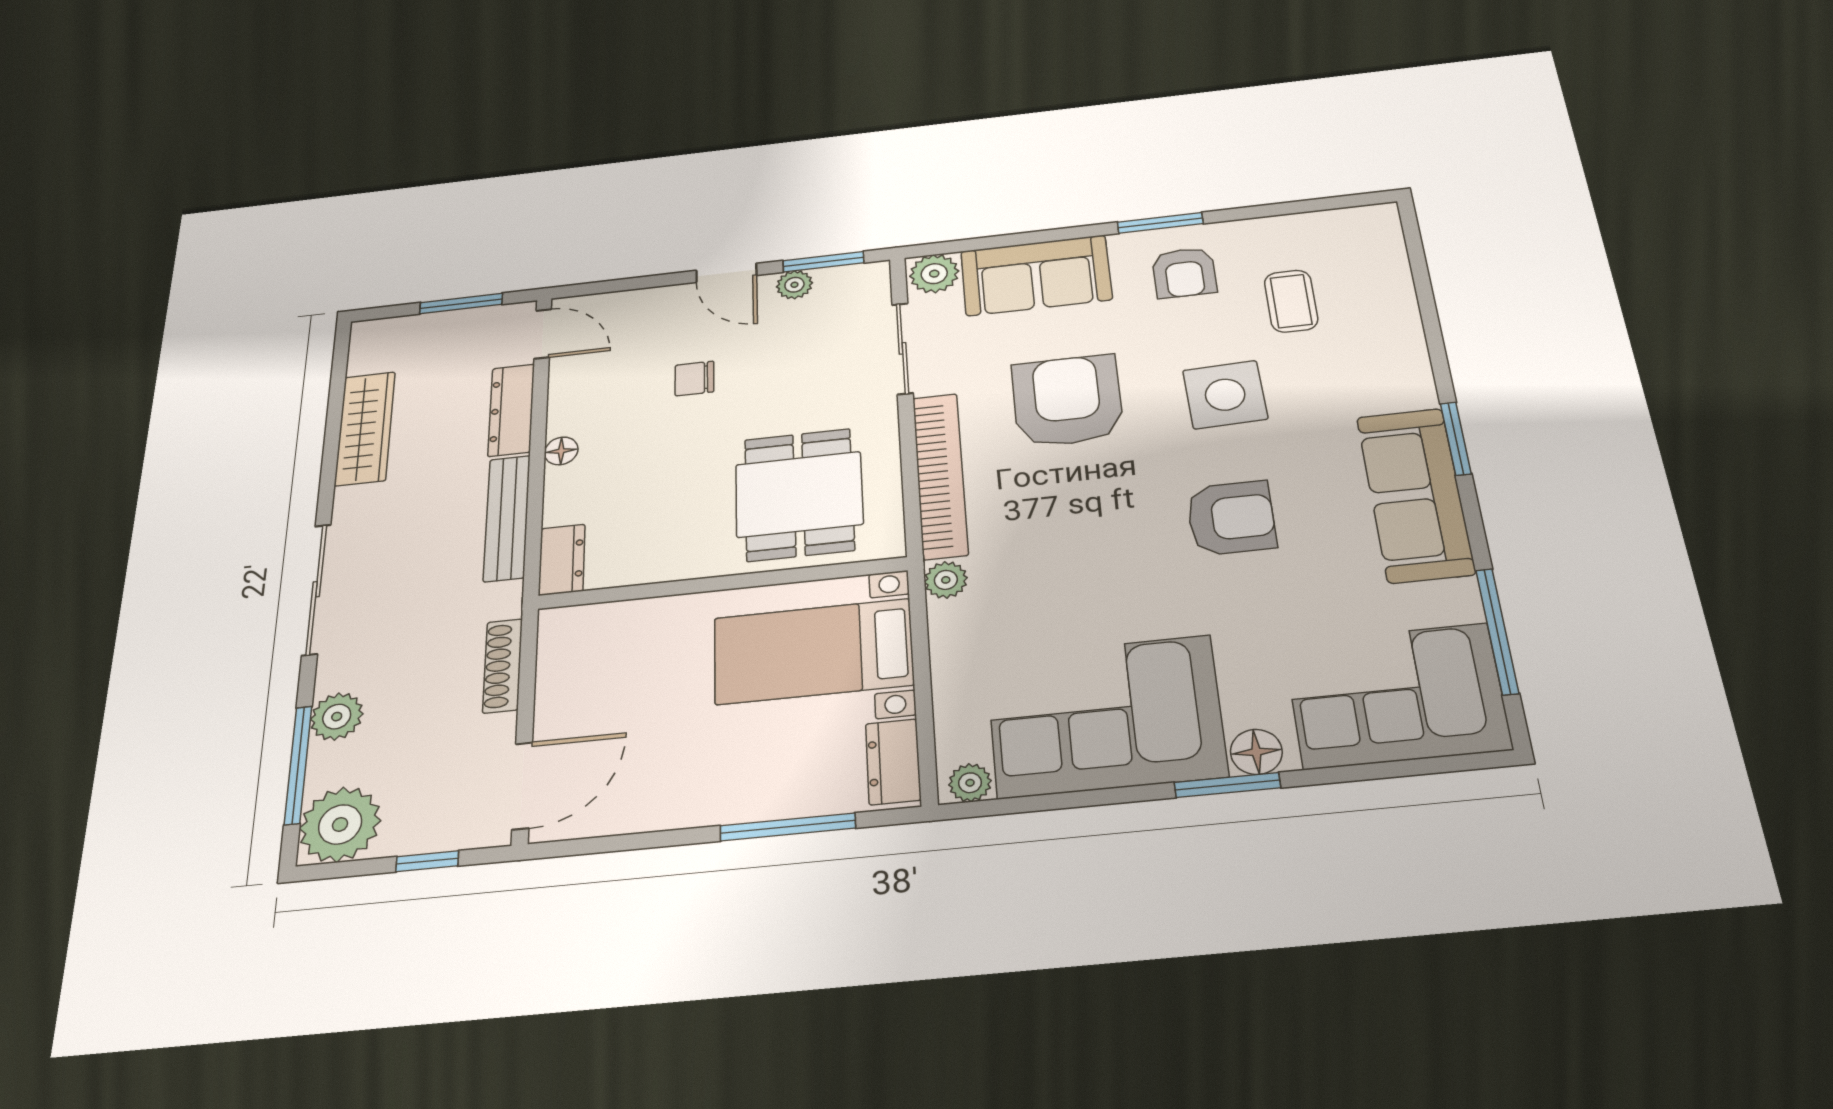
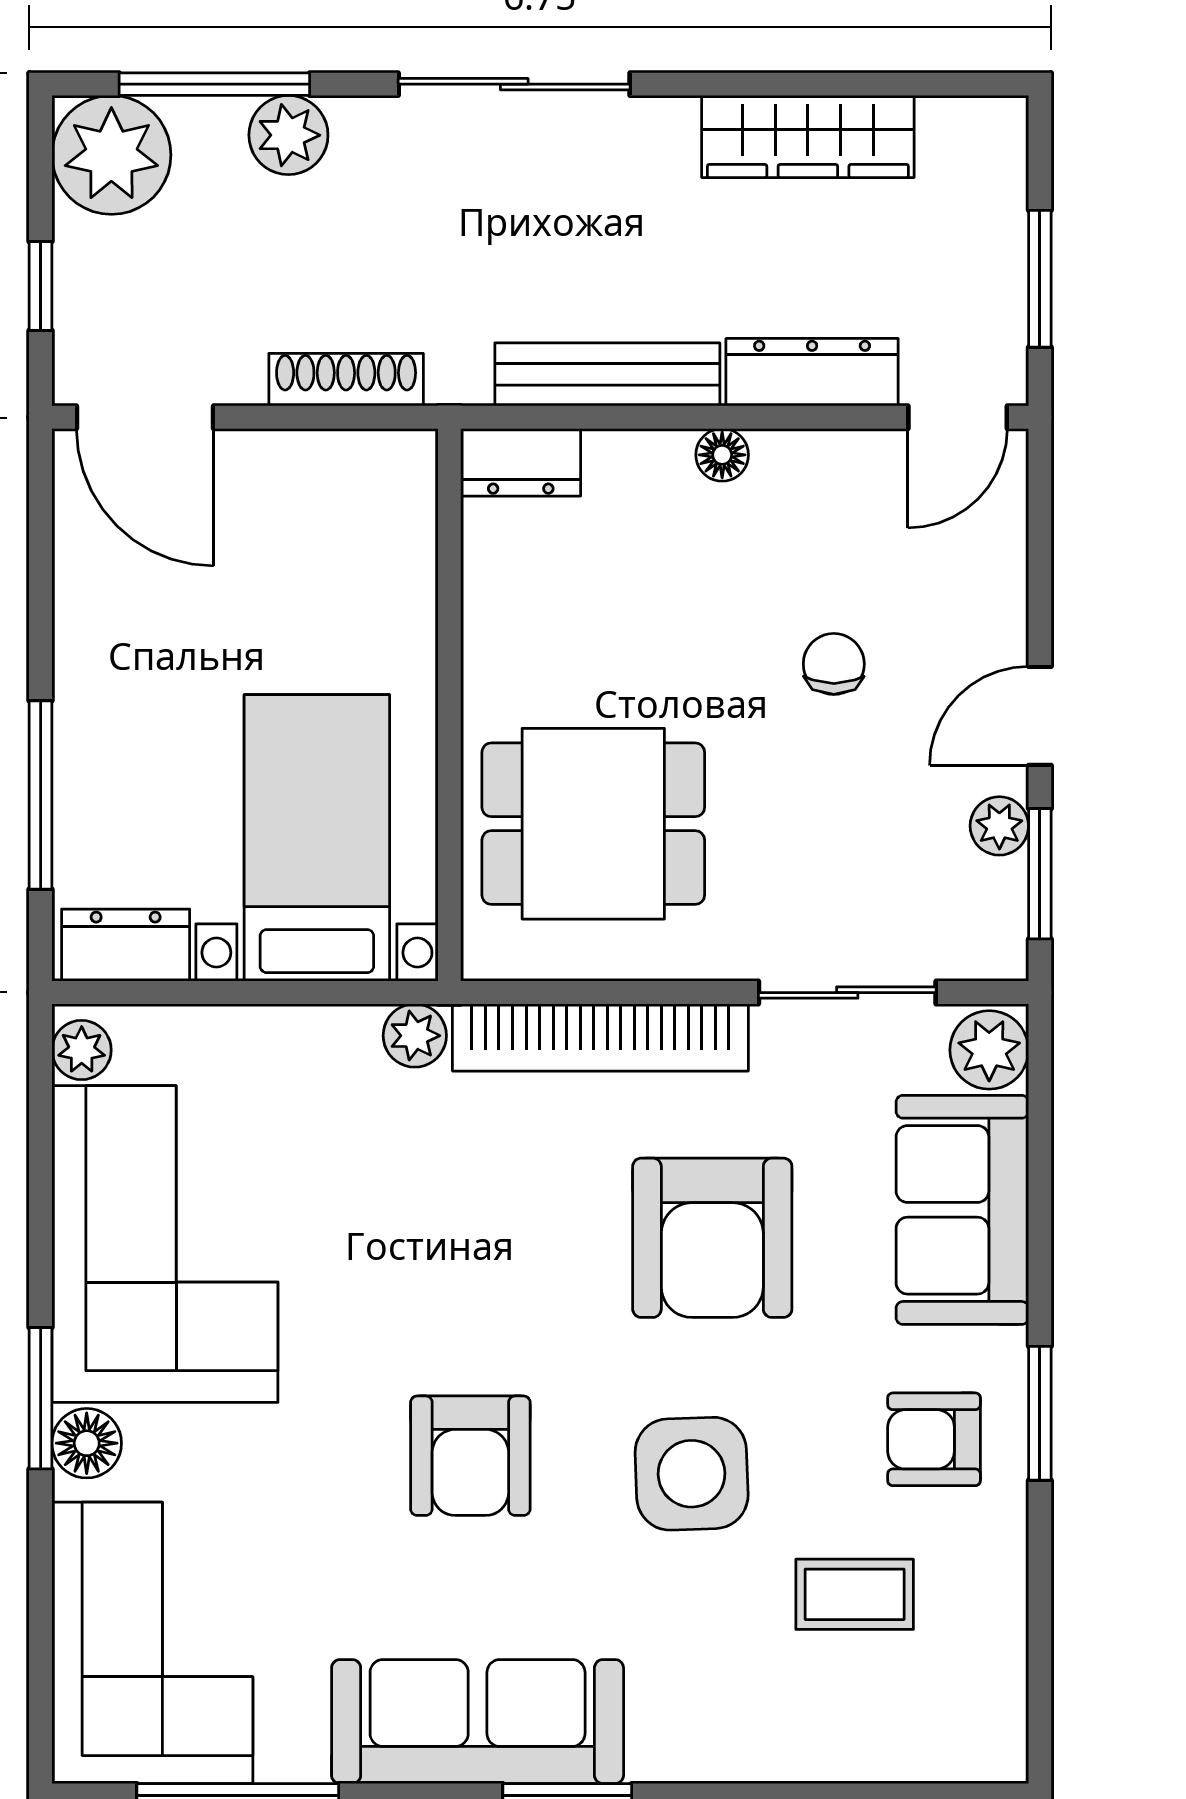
armchair: (1067, 401) -> (712, 1238), turned 90

